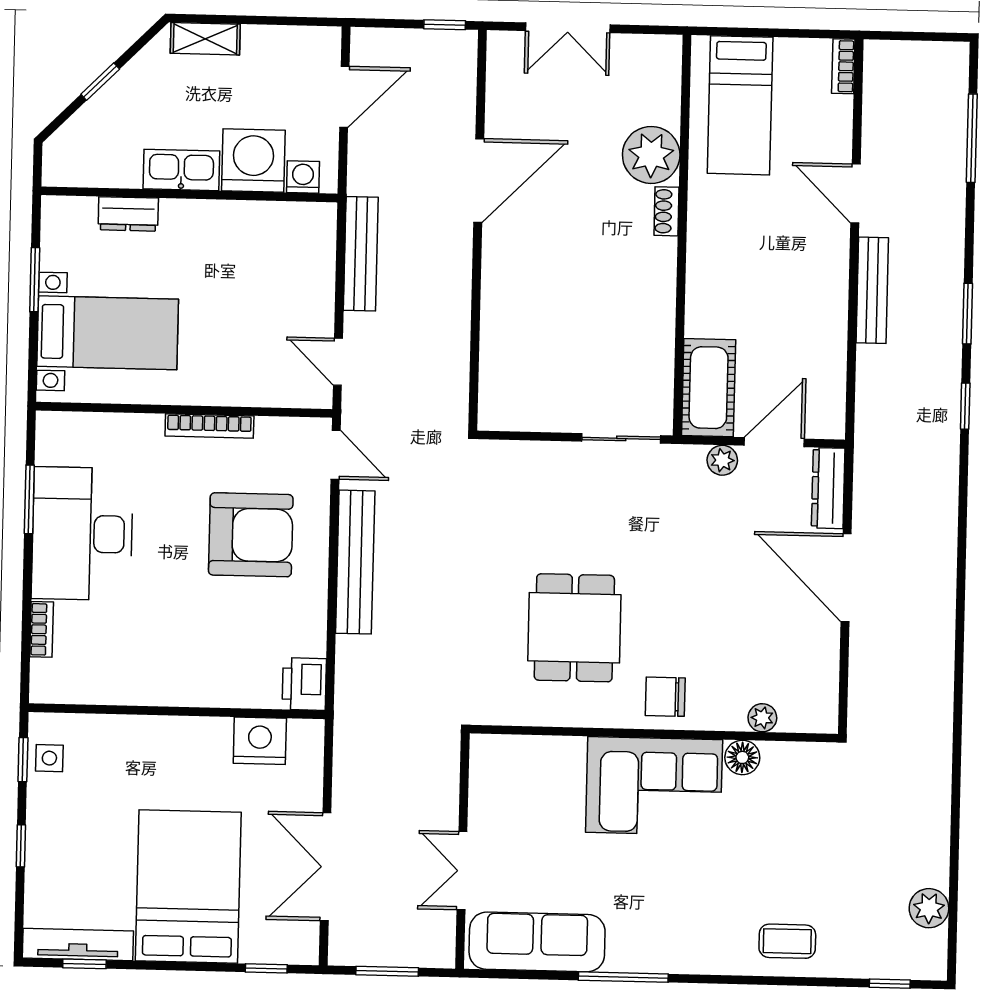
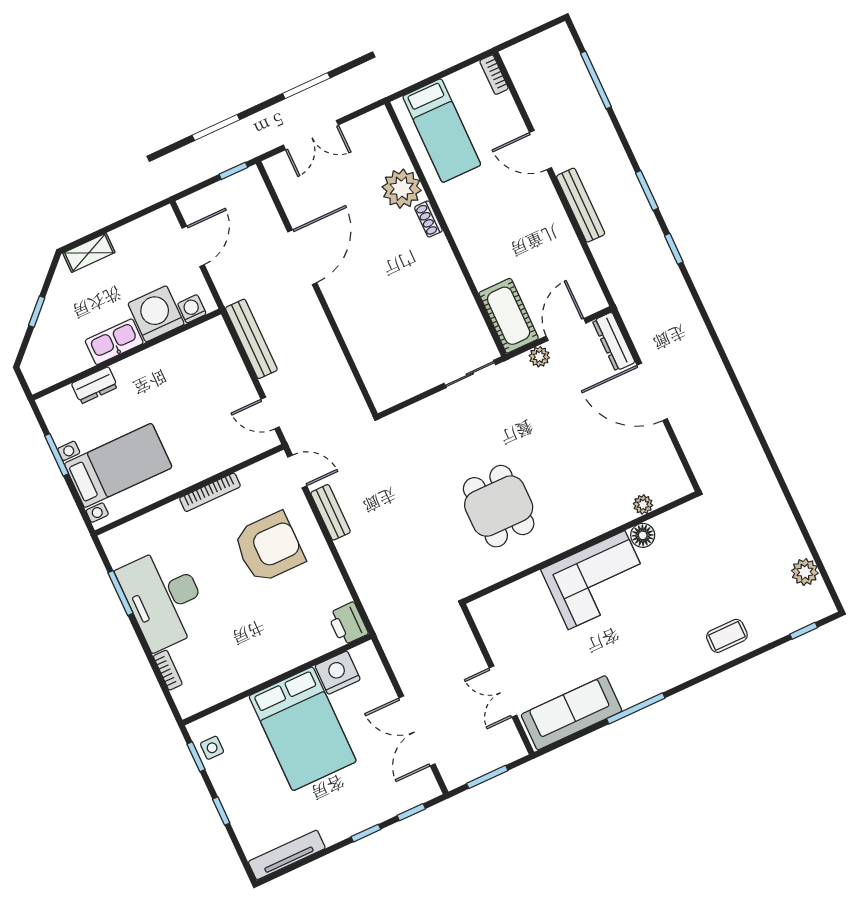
bench: (355, 562) -> (331, 512), width x0.54, depth x0.82
chair: (665, 697) -> (576, 521), removed
bed: (188, 887) -> (303, 729), moved, turned 180
window: (84, 964) -> (366, 833), moved

